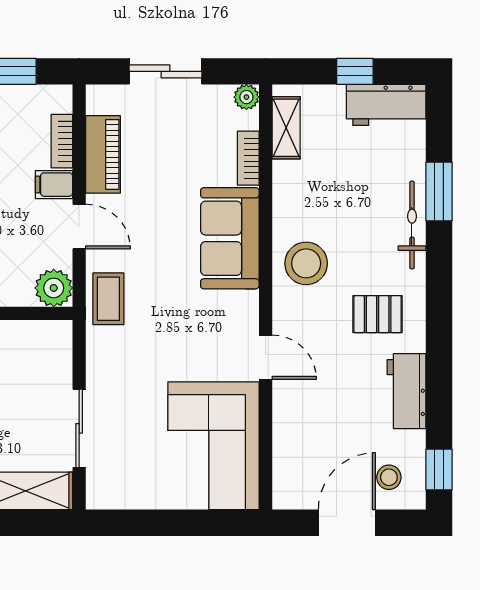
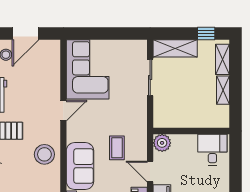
coffee table: (108, 299) -> (117, 148), moved
door: (266, 357) -> (63, 111), swing flipped

